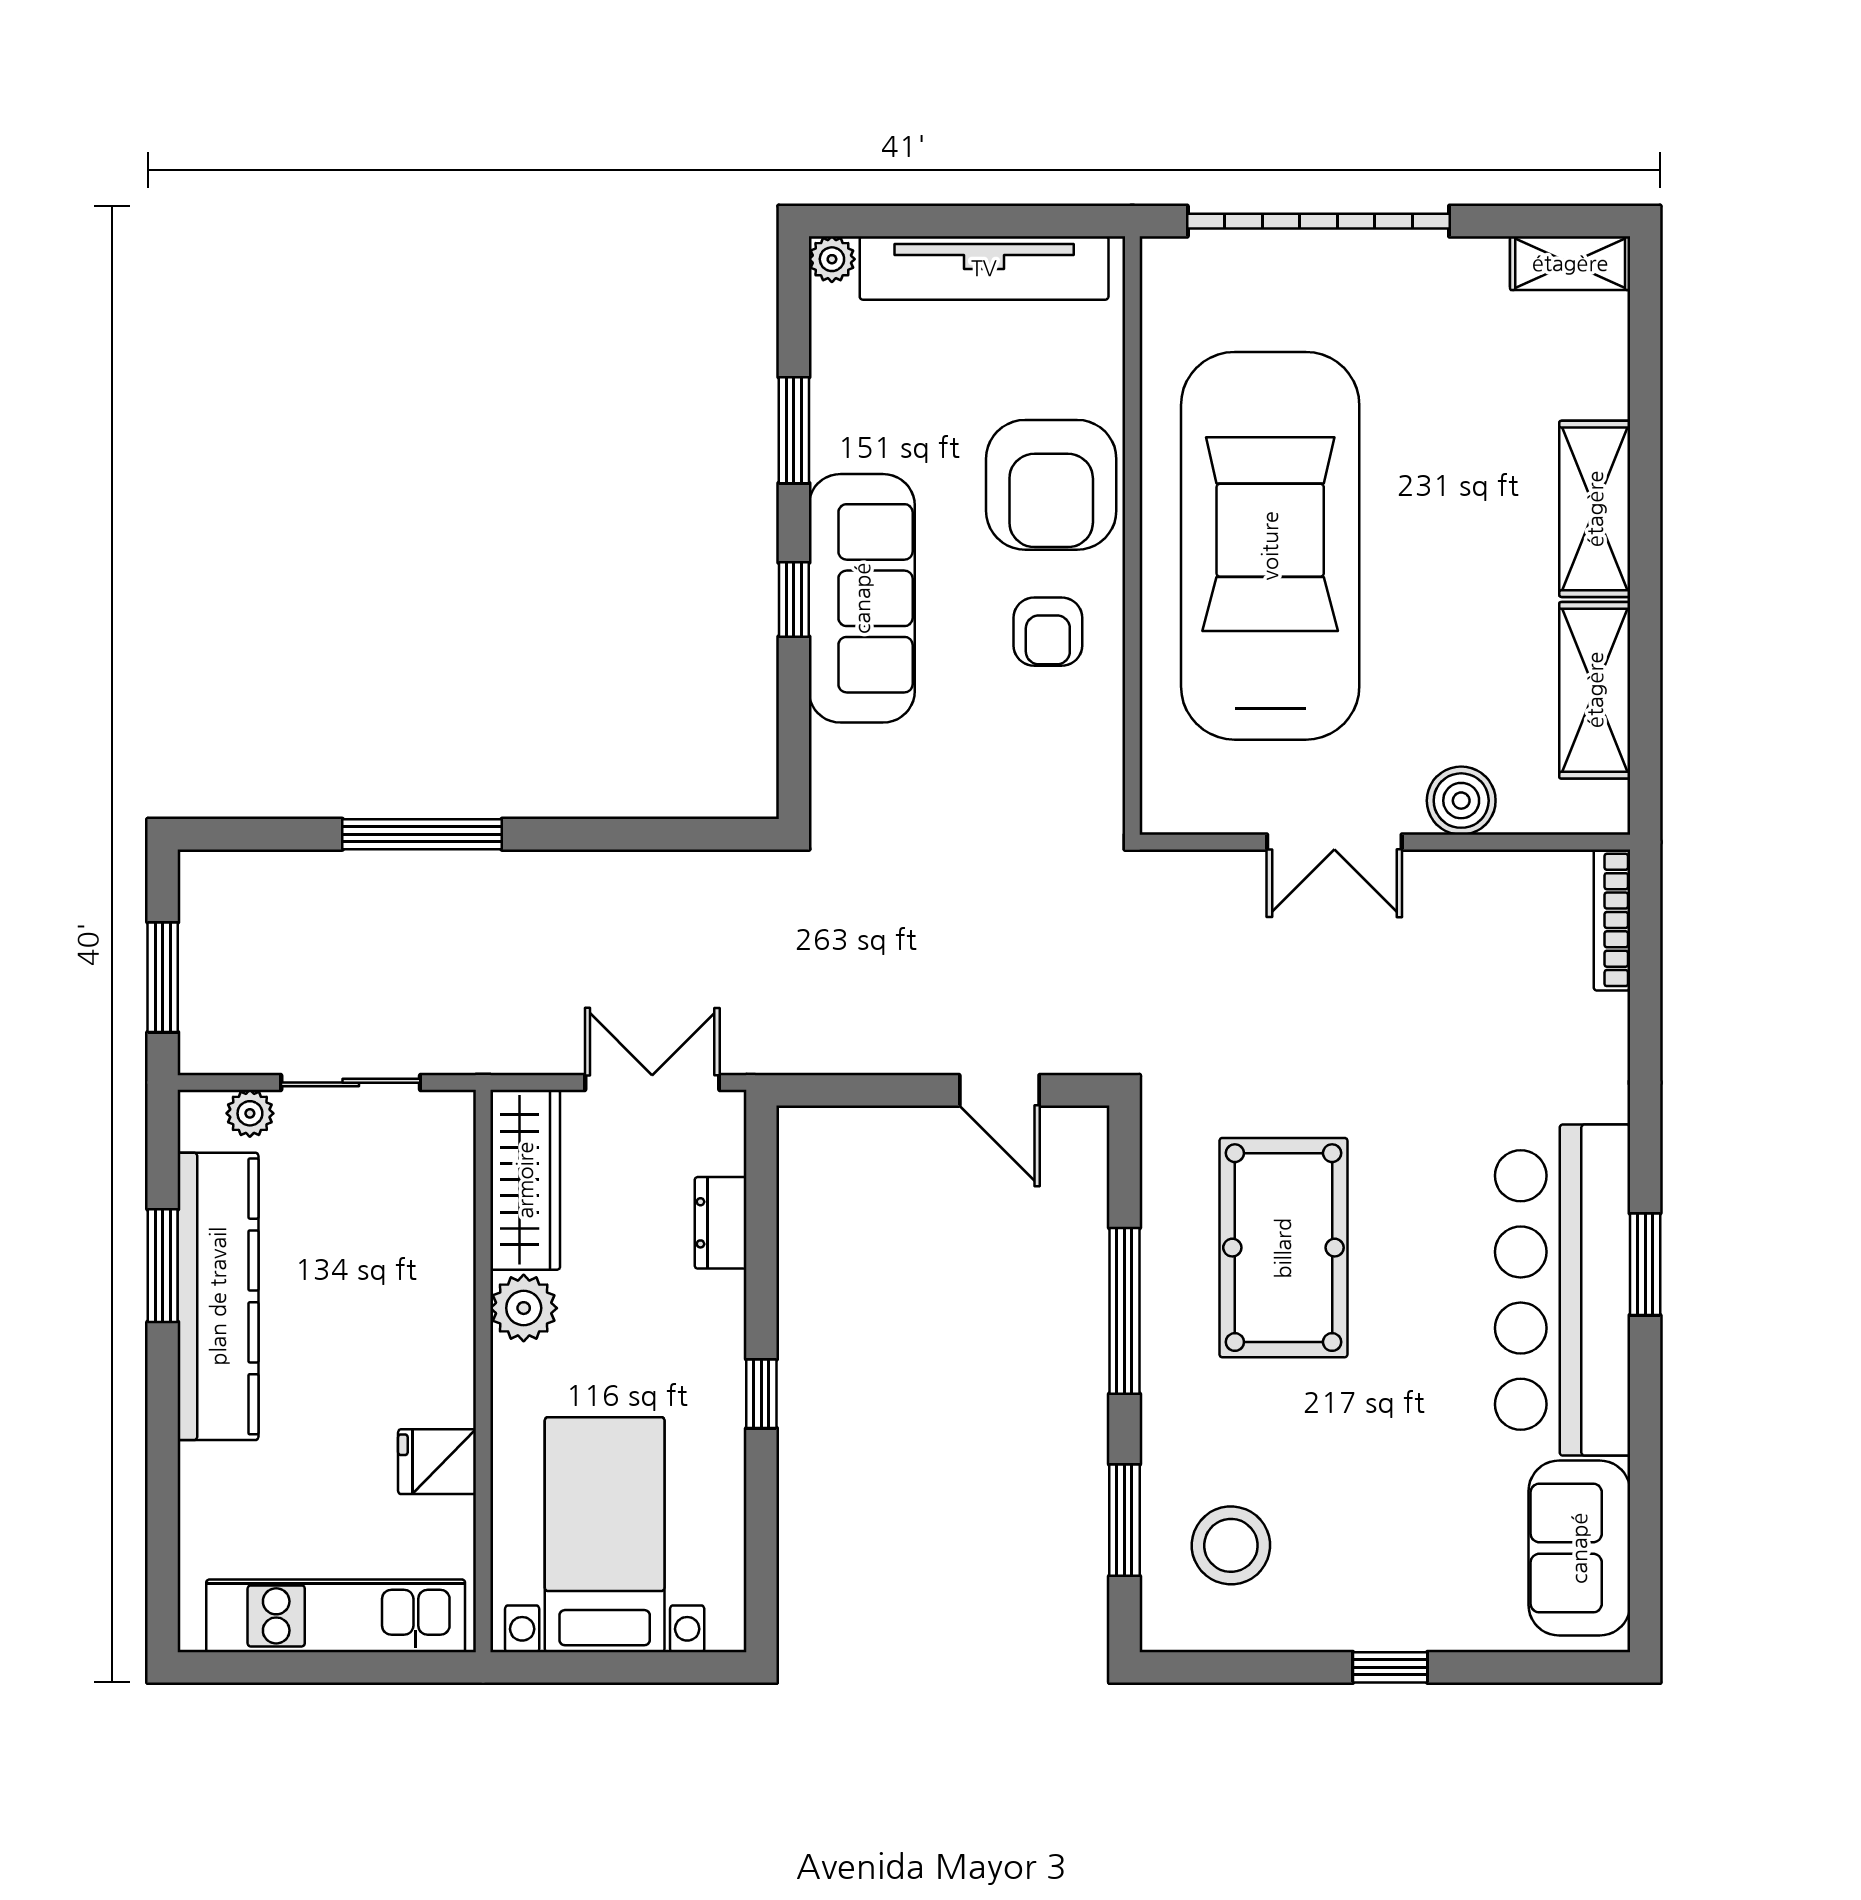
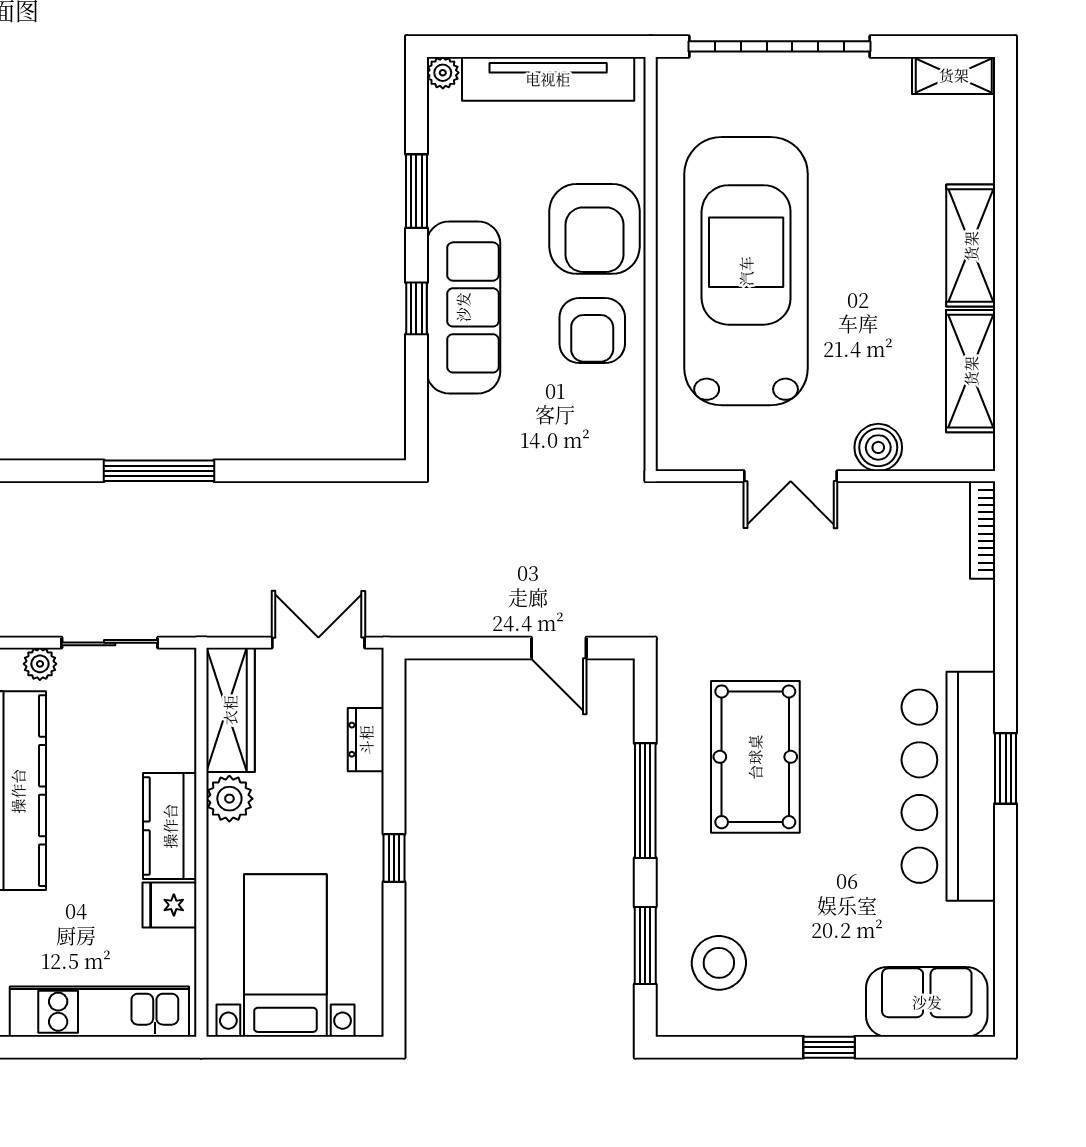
armchair: (1048, 632) -> (592, 331), width x1.38, depth x1.38
kitchen counter: (437, 1347) -> (170, 826), added
sofa: (1579, 1548) -> (927, 1002), moved, turned 90

